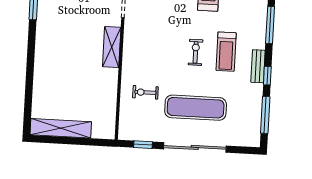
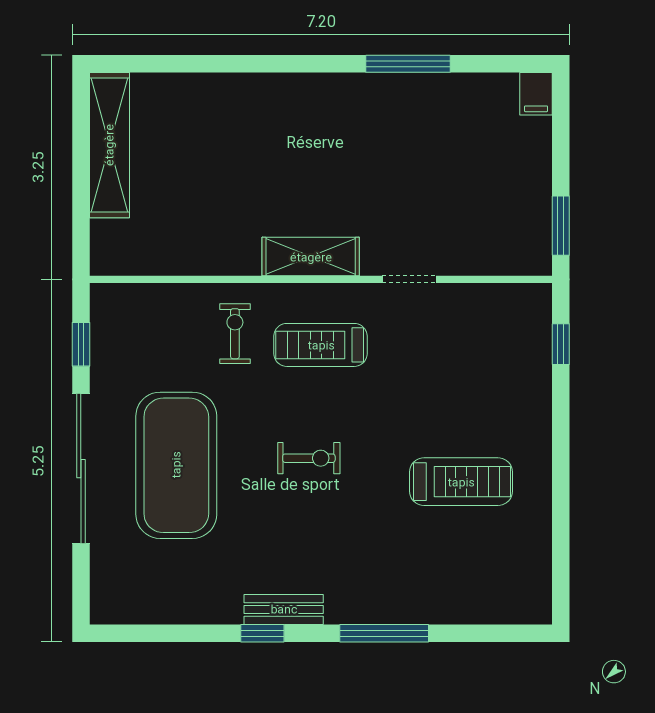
treadmill: (226, 52) -> (321, 345), moved
exercise bike: (145, 92) -> (235, 334), moved
exercise mat: (196, 108) -> (176, 465), width x1.47
window: (265, 115) -> (168, 633), removed

